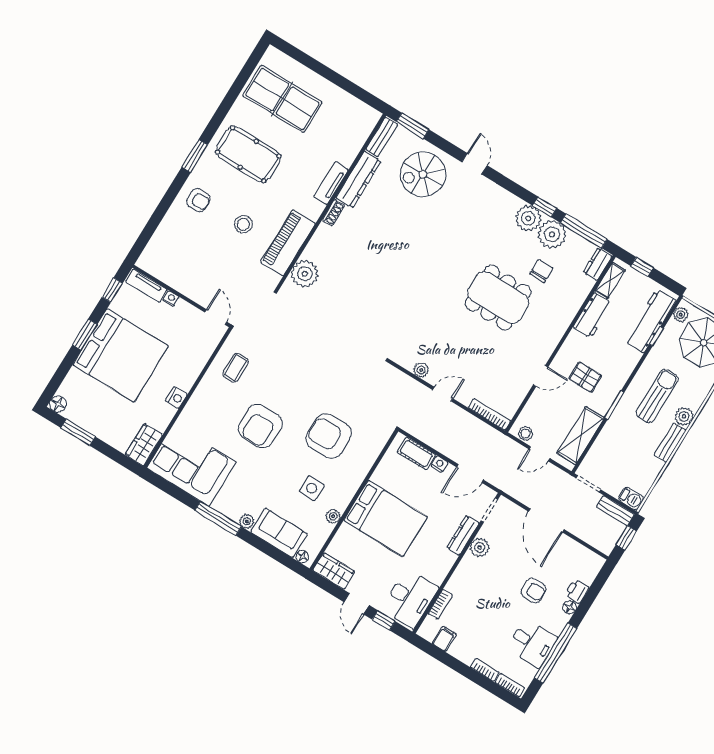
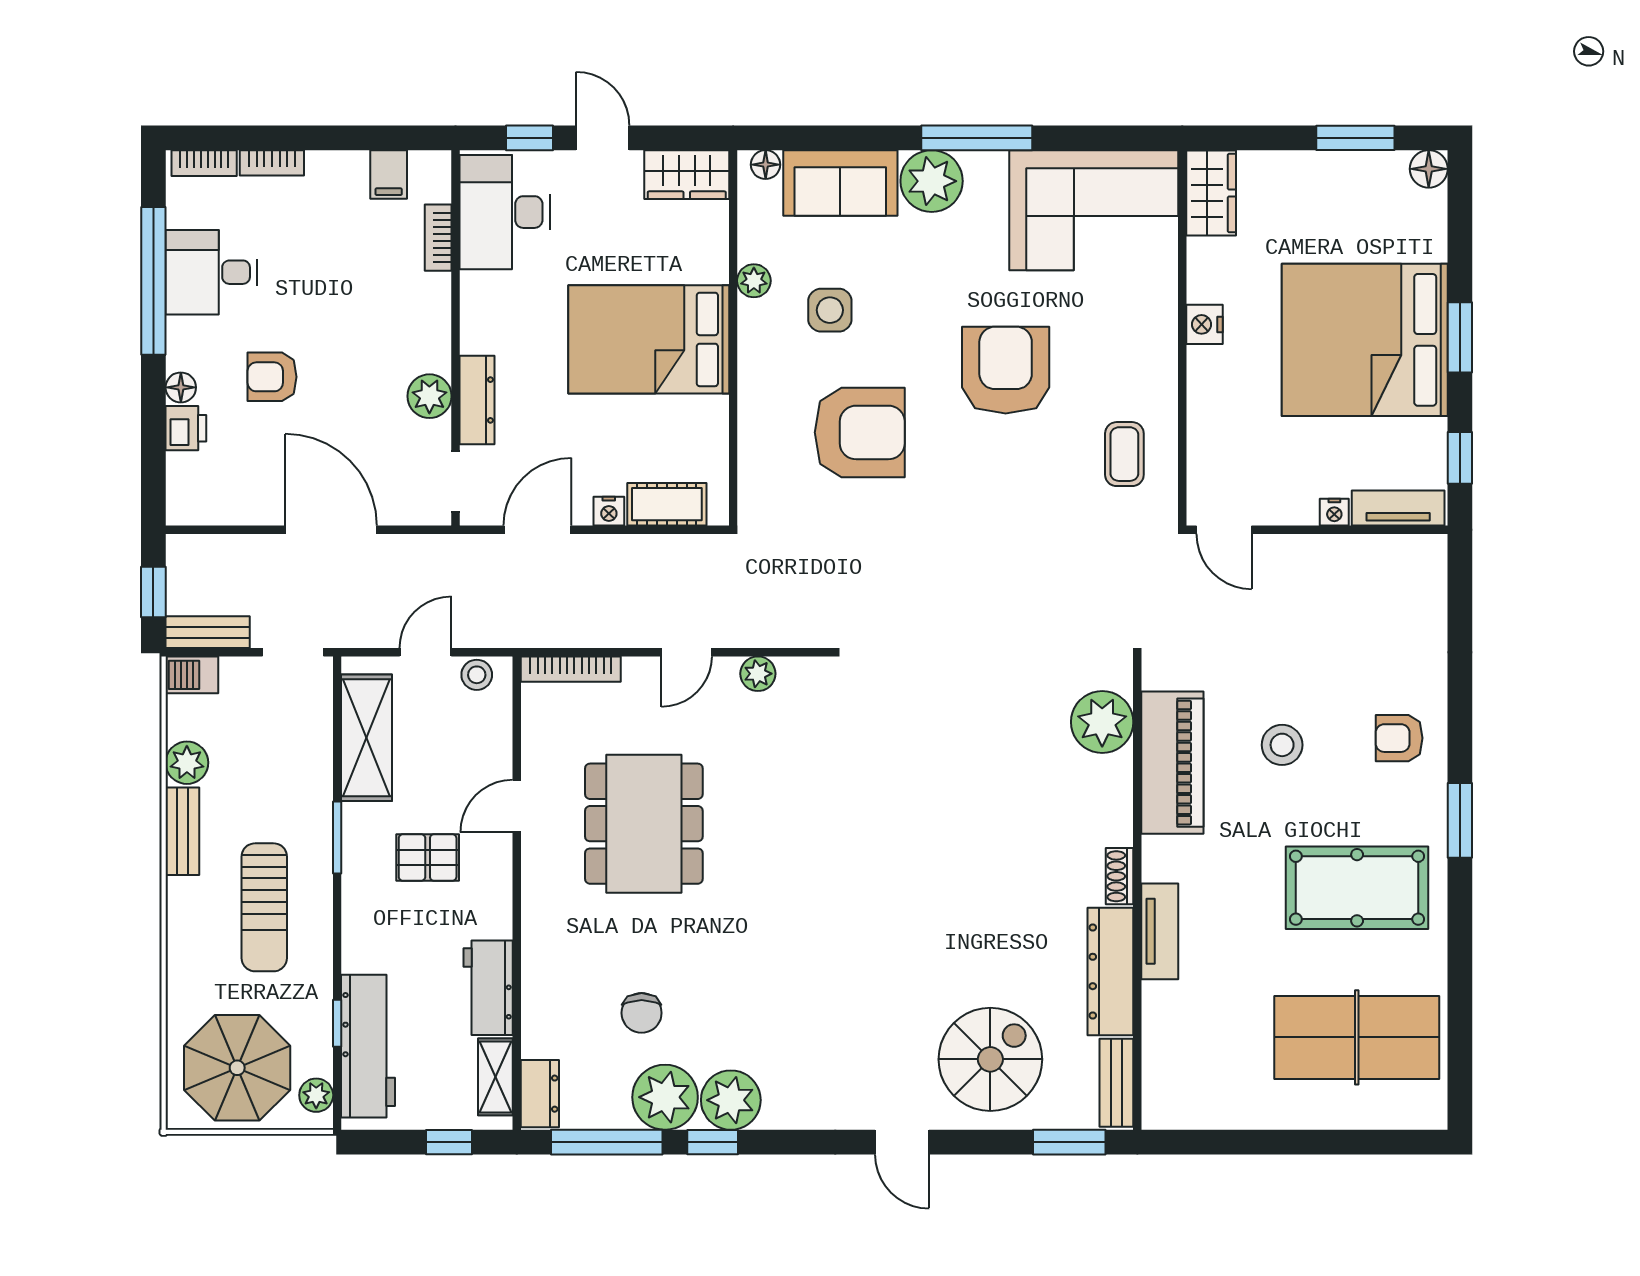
dining table: (498, 298) -> (644, 824), moved, turned 90
plant: (684, 416) -> (187, 763), moved
plant: (247, 521) -> (932, 181), width x1.88, depth x1.88

